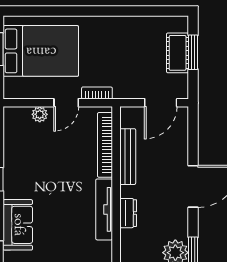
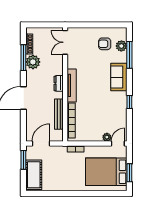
window: (193, 52) -> (23, 160), moved
cot: (178, 53) -> (34, 175), width x1.37, depth x1.34
door: (66, 103) -> (118, 144), moved

